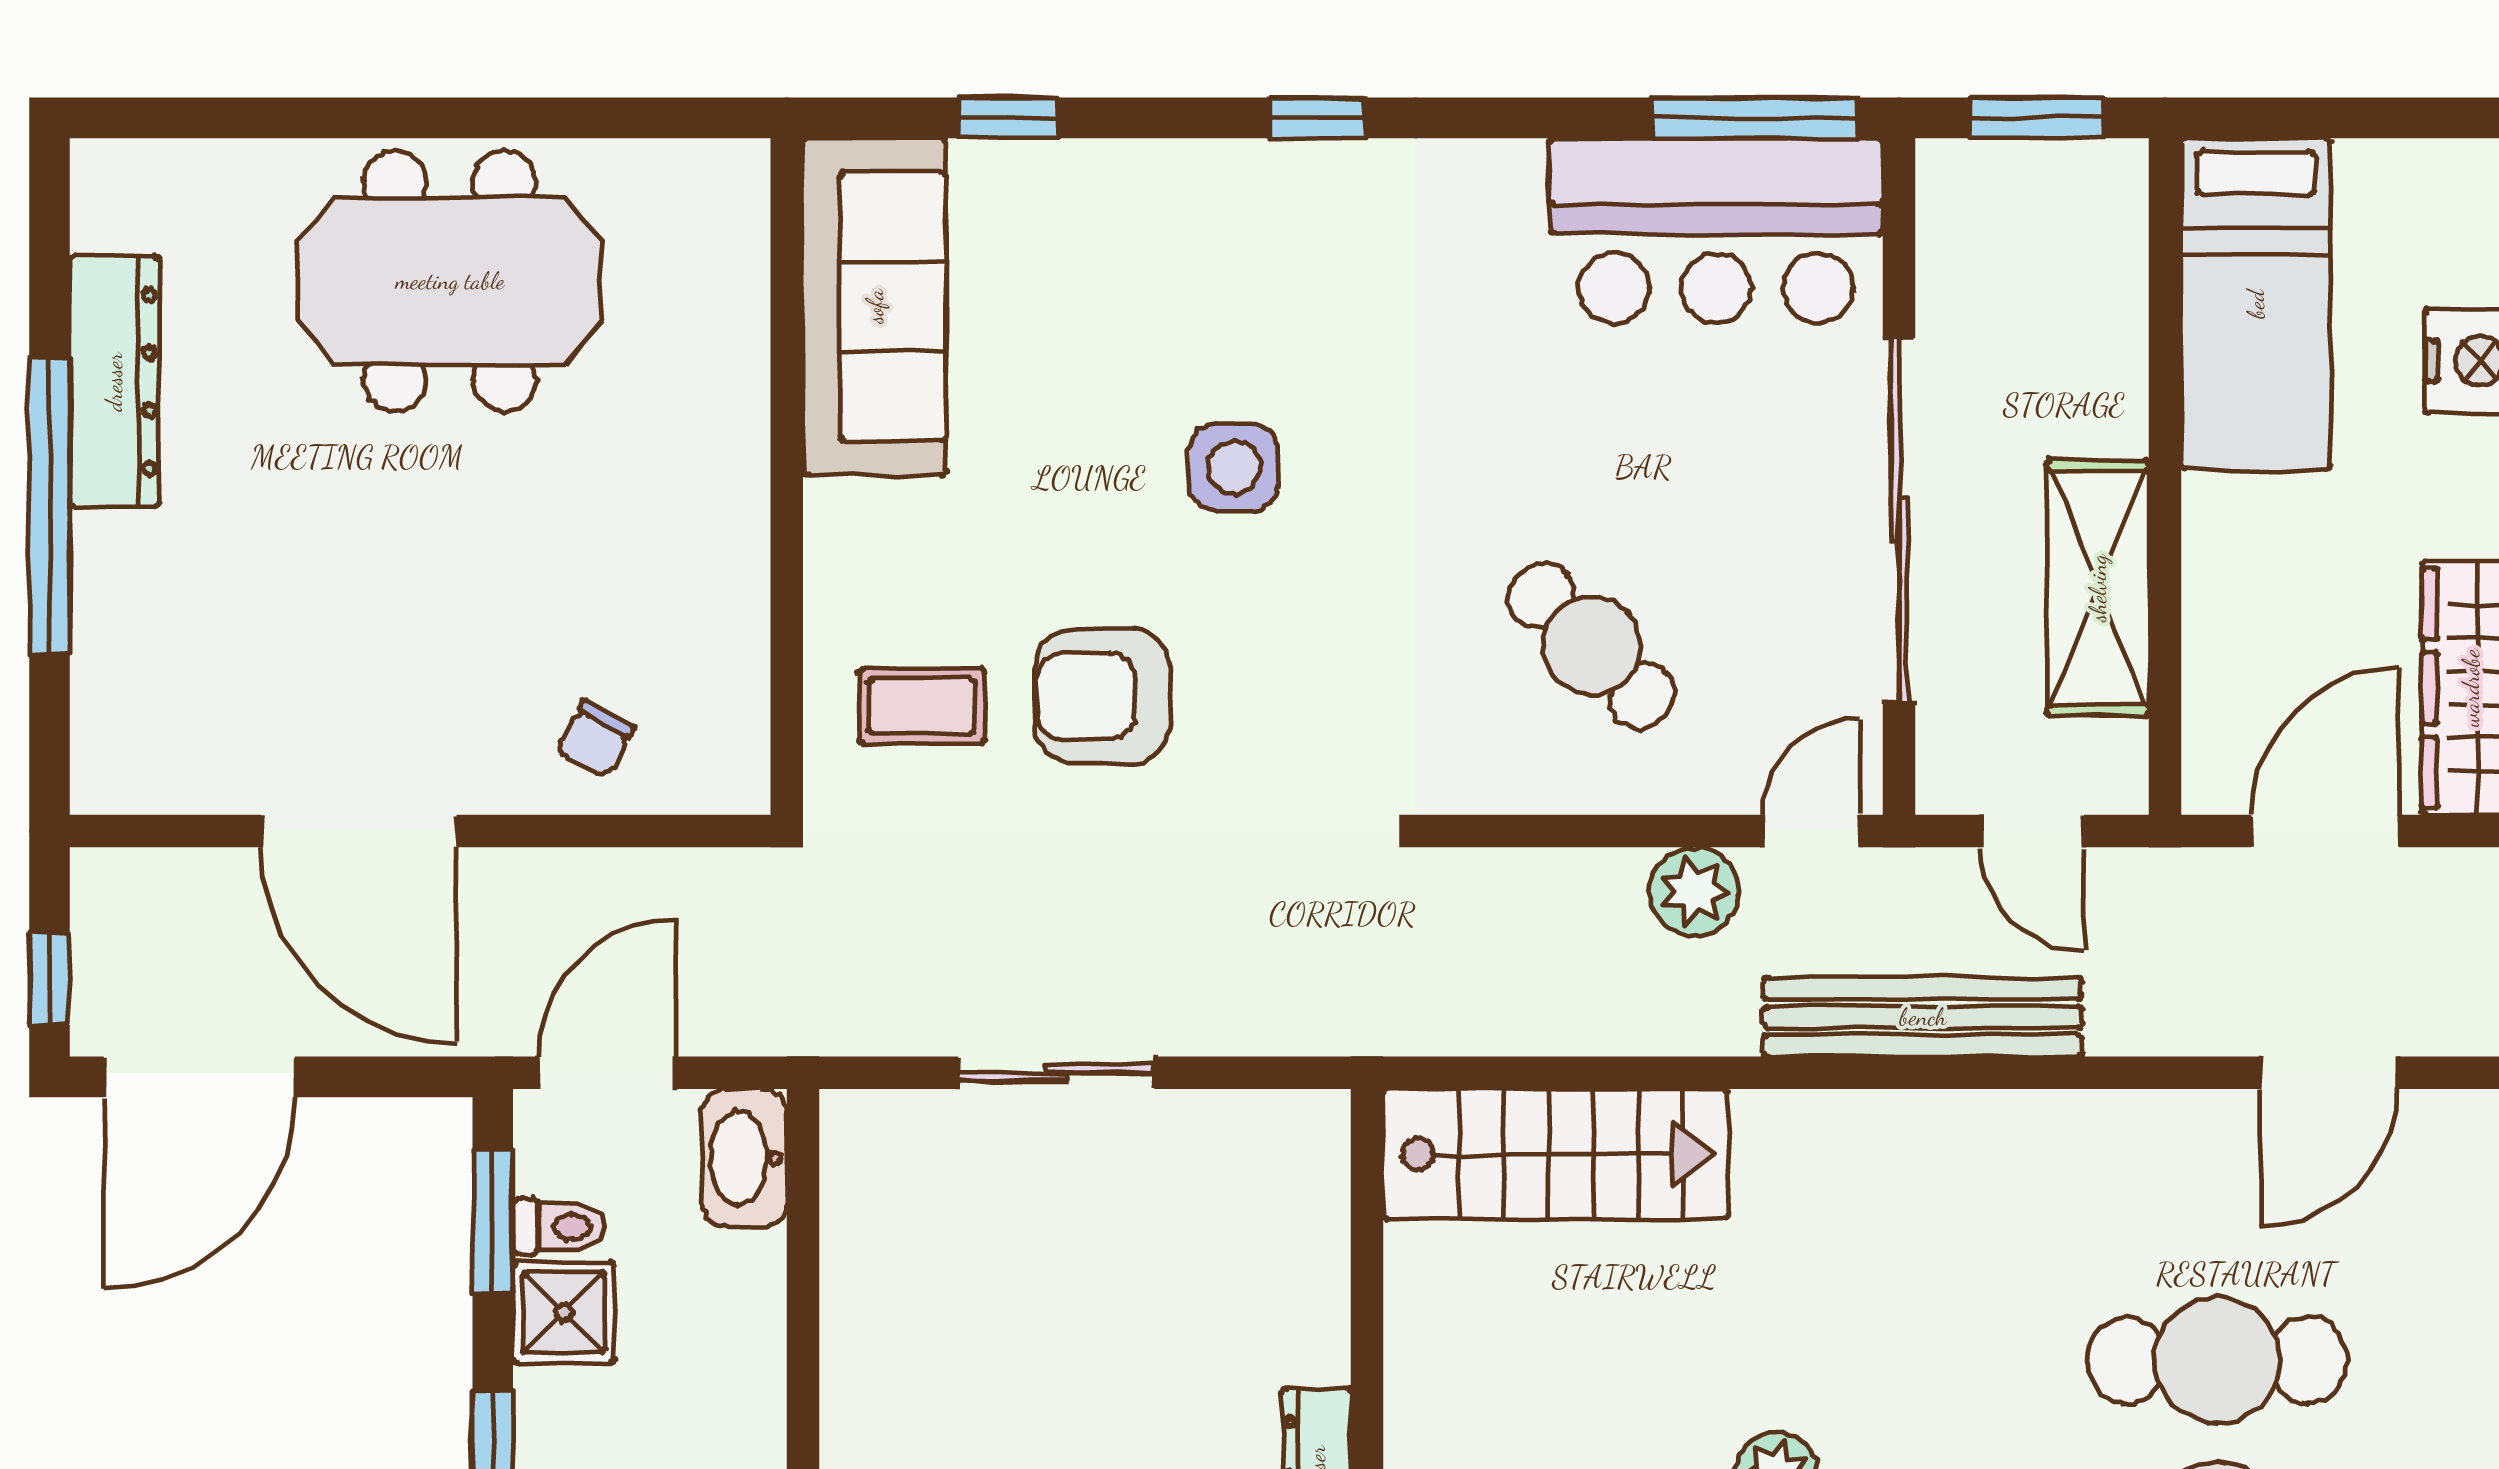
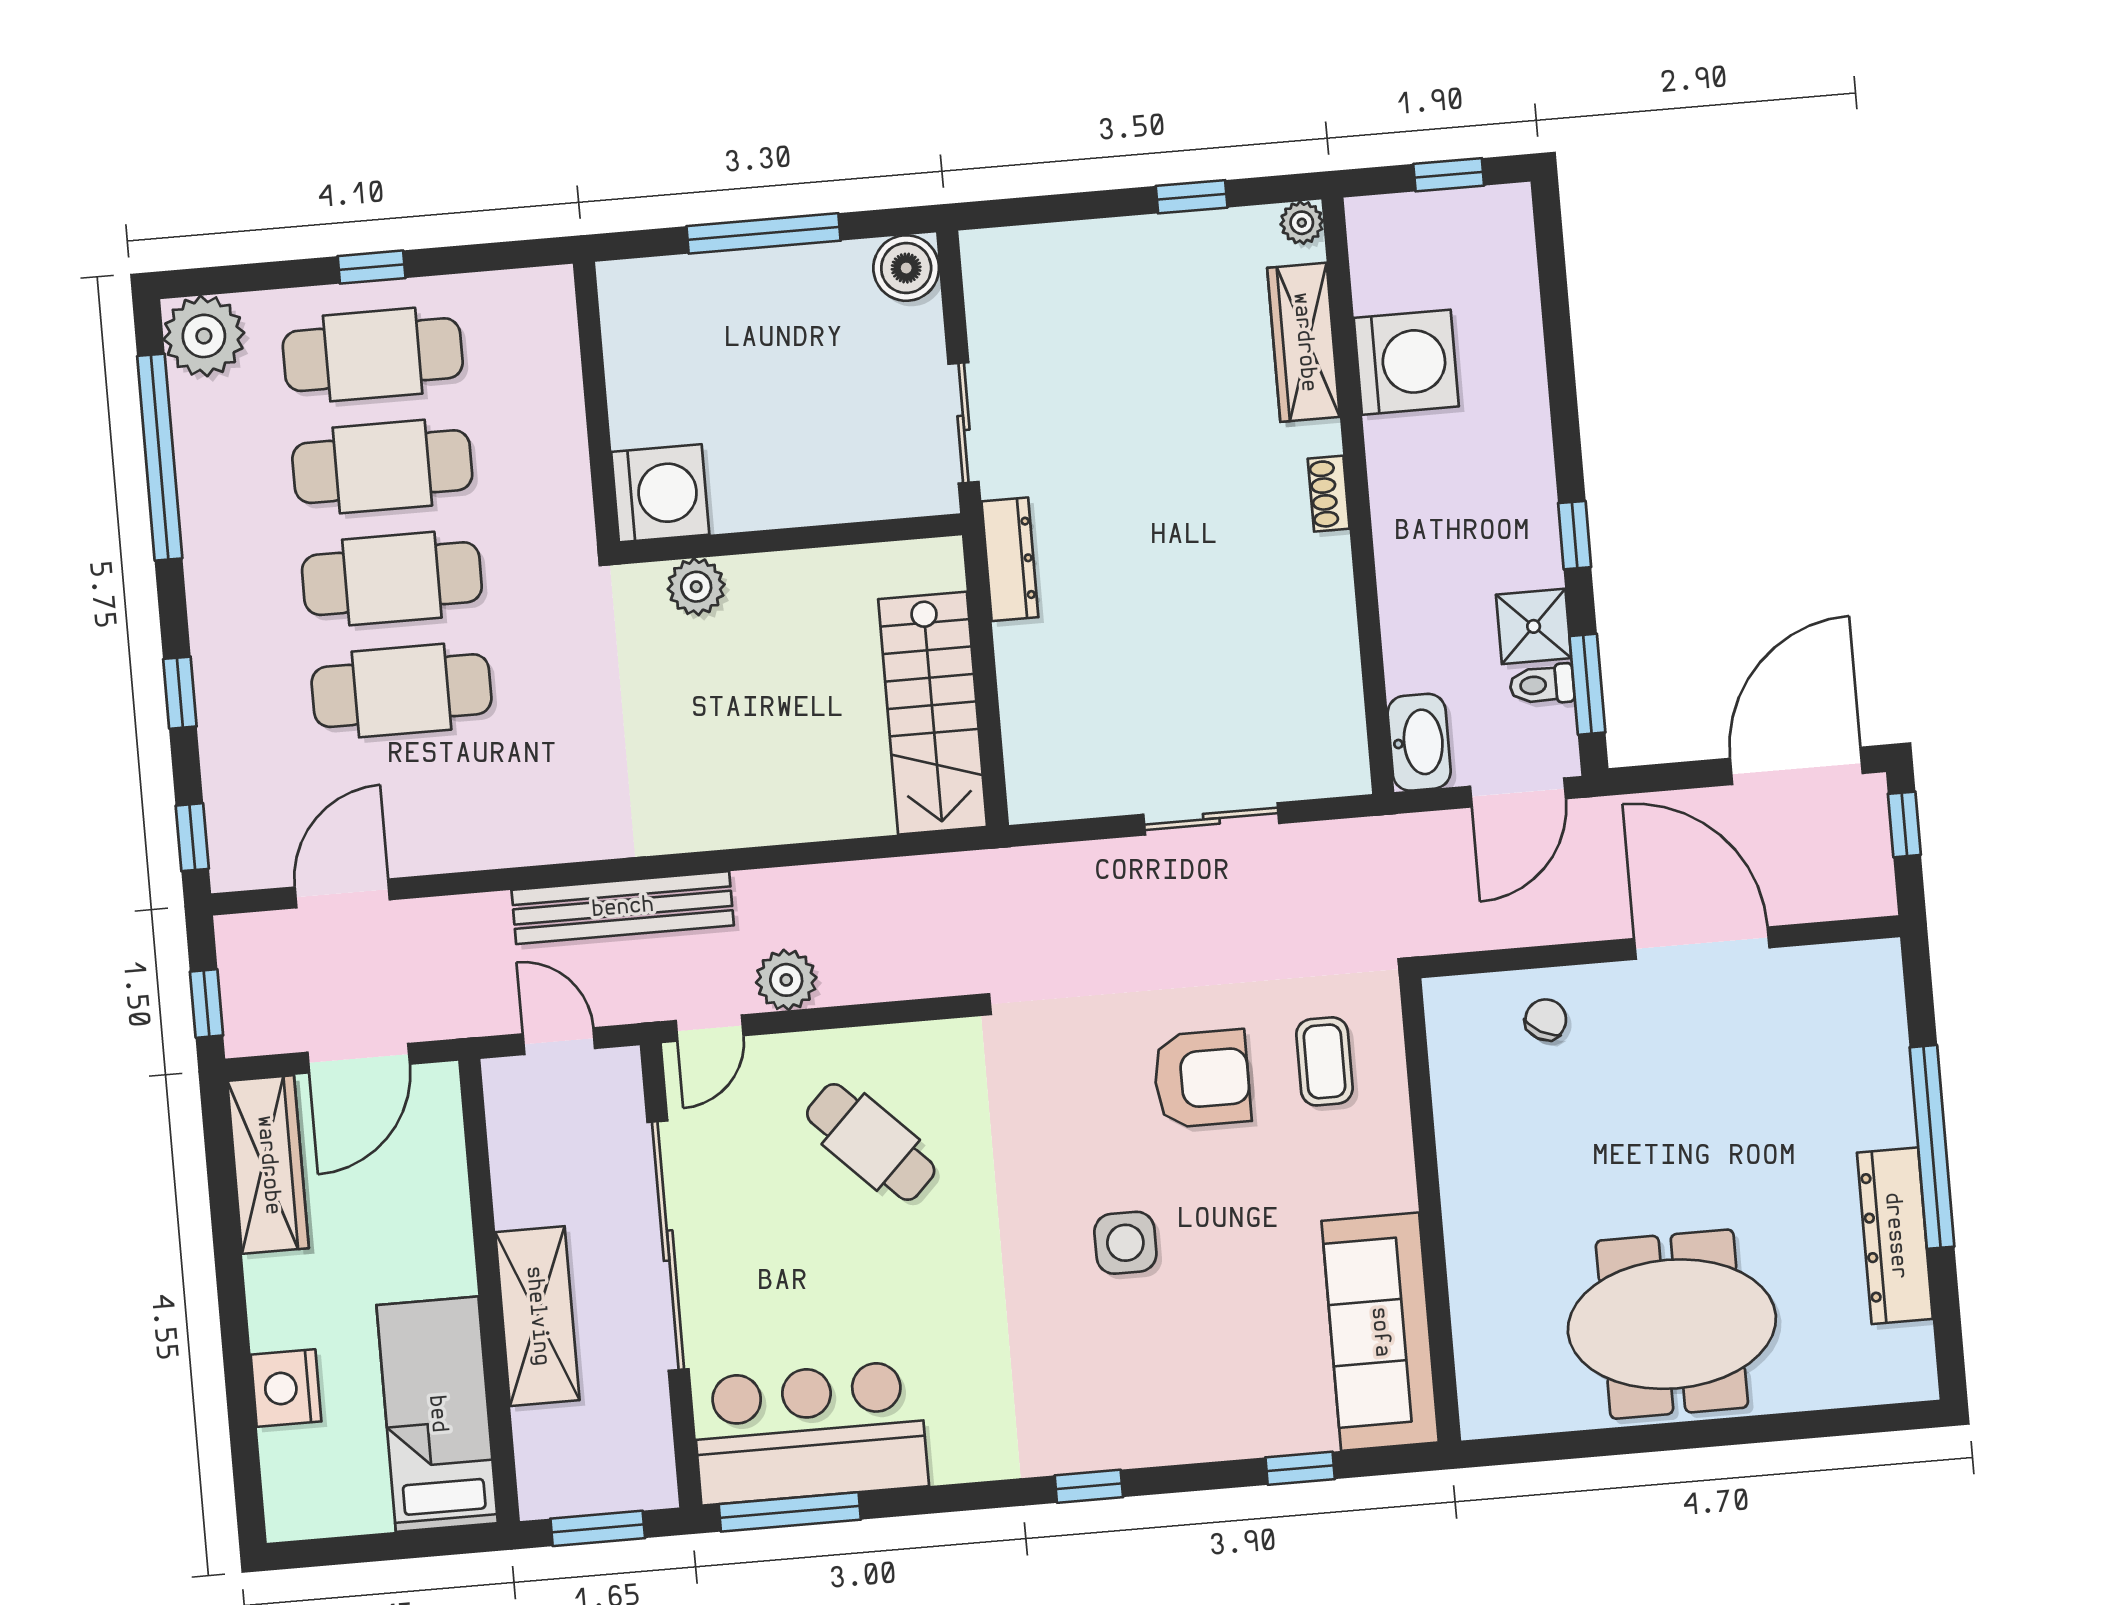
shelving: (2098, 588) -> (537, 1316), moved
coffee table: (922, 706) -> (1324, 1061), turned 90
stairs: (1556, 1154) -> (933, 713), moved, turned -90

